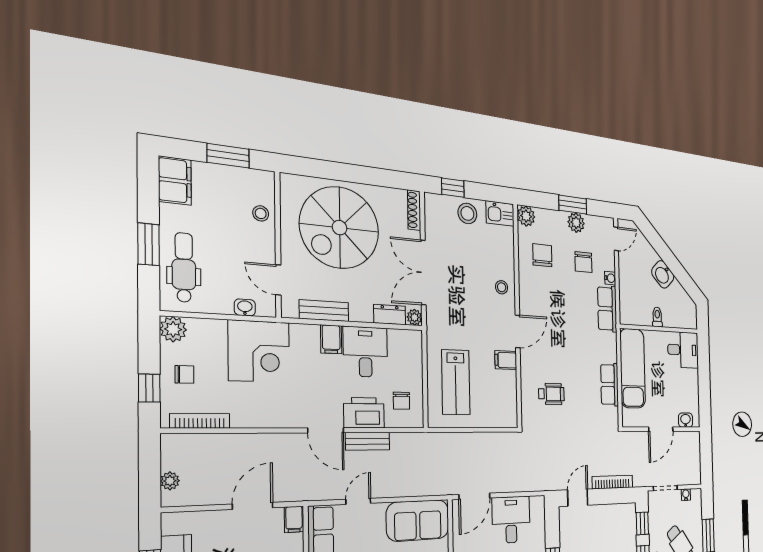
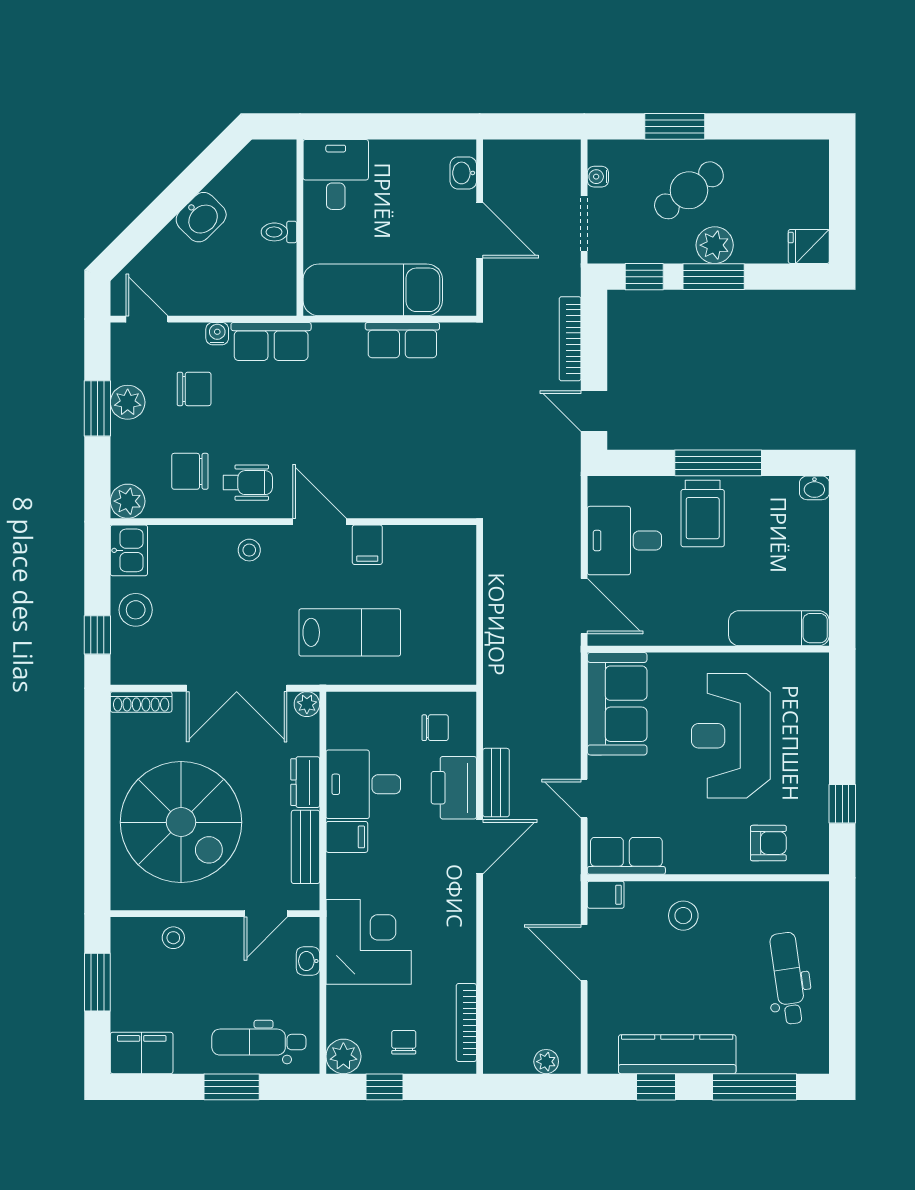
dresser: (390, 315) -> (305, 782), moved
lab bench: (456, 382) -> (350, 632), moved
window: (149, 388) -> (385, 1087), moved
wheelchair: (551, 394) -> (248, 483), moved, turned 90

